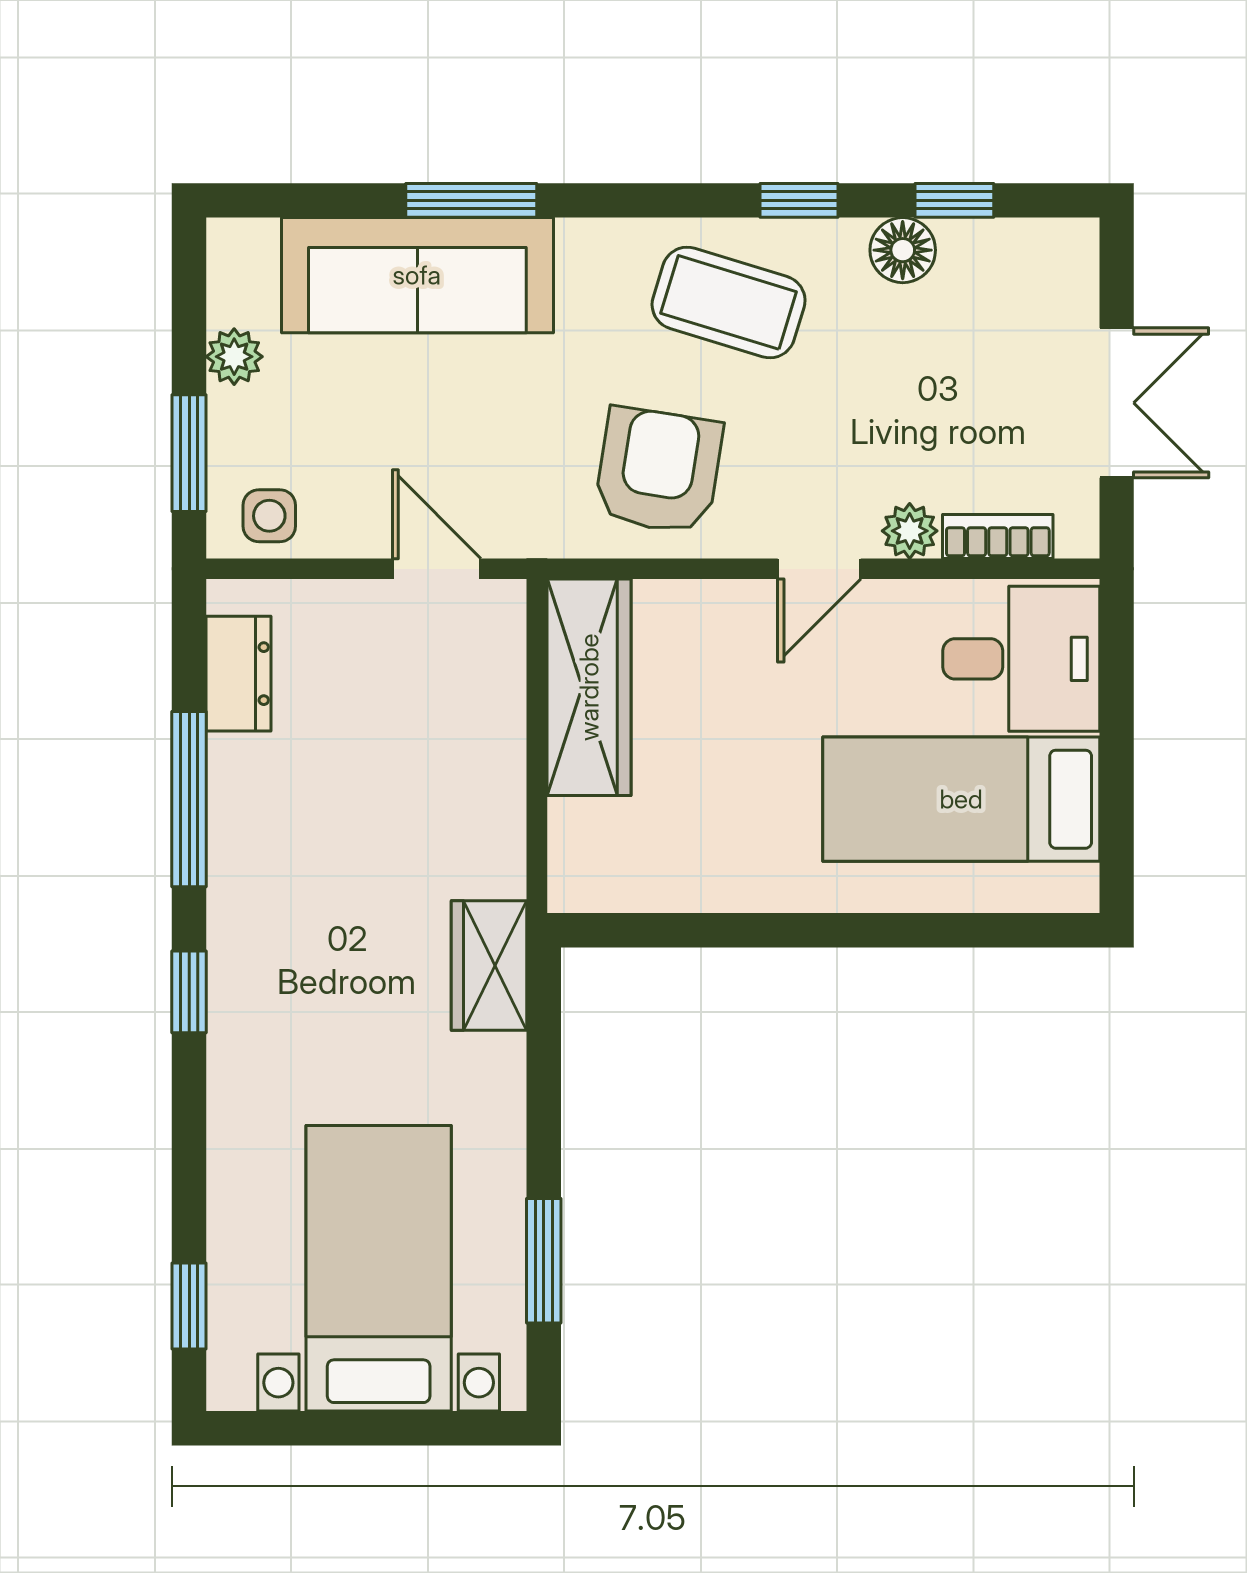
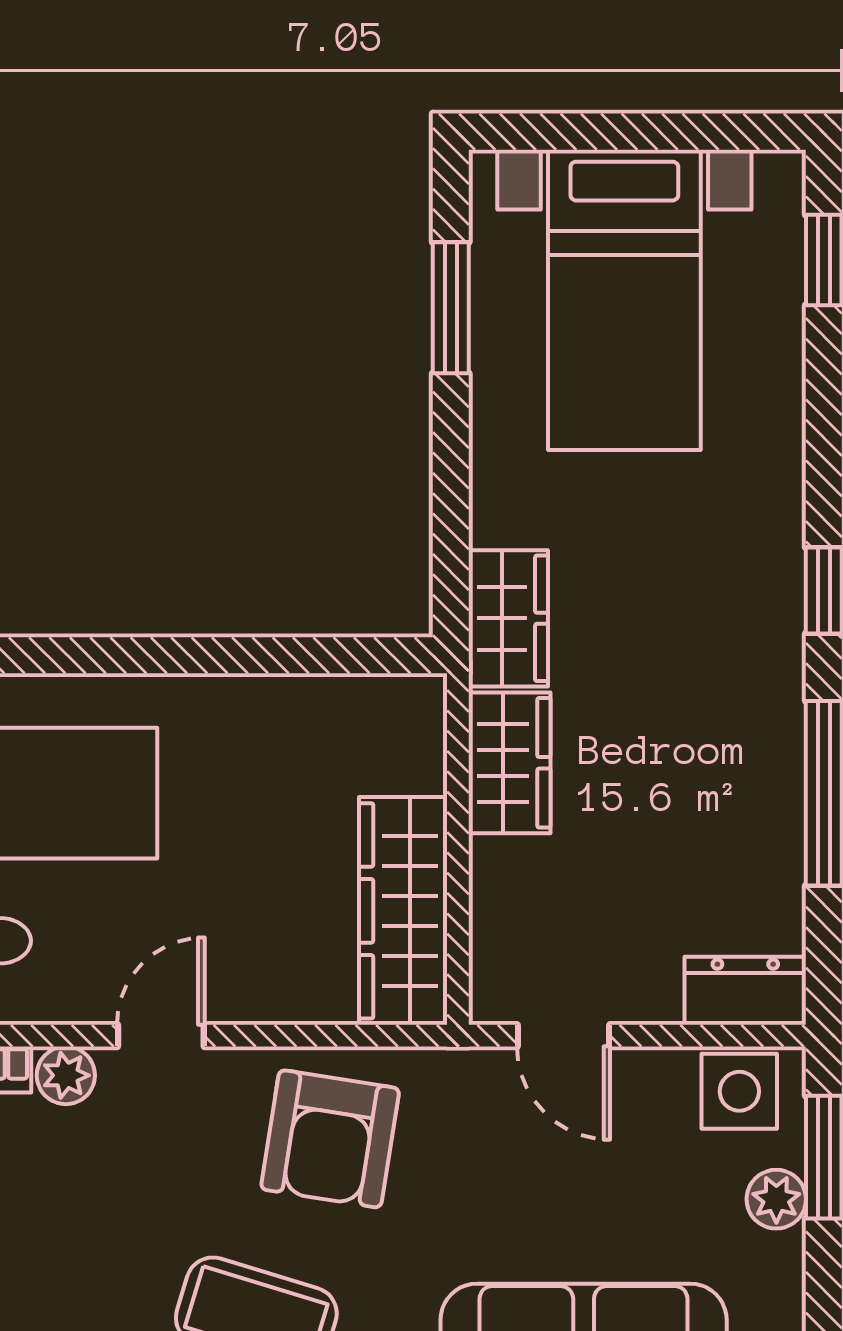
plant: (234, 357) -> (776, 1199), moved
side table: (269, 516) -> (739, 1091), width x1.37, depth x1.37
dresser: (238, 674) -> (745, 991), moved, turned 90
wardrobe: (488, 828) -> (510, 763), added

